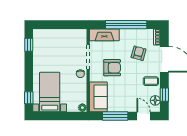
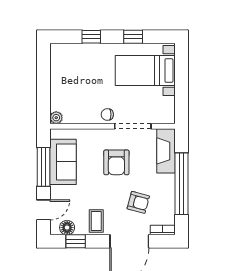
window: (29, 45) -> (133, 37), moved
bed with nightstands: (50, 92) -> (145, 71), moved, turned 180
sofa: (98, 97) -> (63, 162), moved, turned -90
window: (29, 98) -> (91, 37), moved

